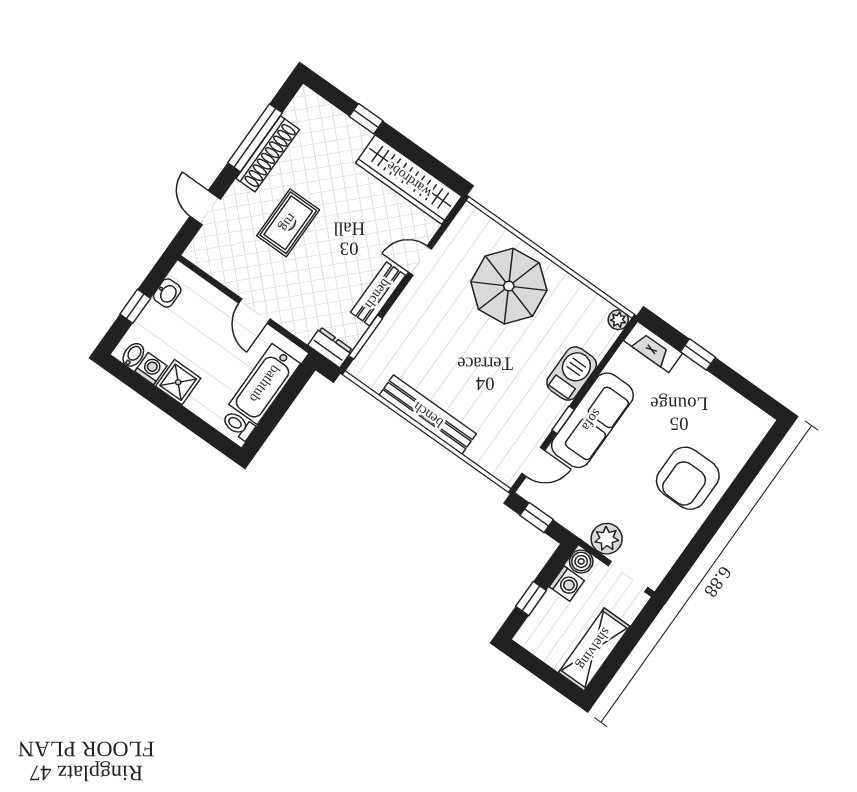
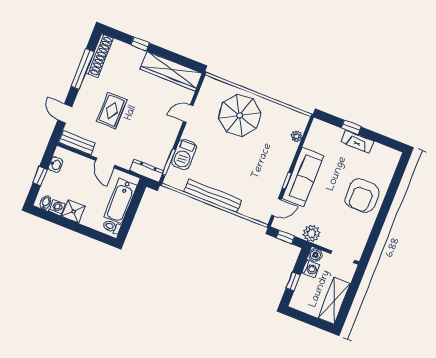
shoe rack: (268, 154) -> (100, 56), moved
bench: (378, 294) -> (77, 143), moved, turned 90
plant: (618, 320) -> (297, 136), moved
dresser: (330, 347) -> (147, 171), width x1.44
fireplace: (653, 347) -> (357, 142), moved
barbecue: (572, 374) -> (184, 155), moved, turned 180
plant: (607, 539) -> (312, 233), moved

